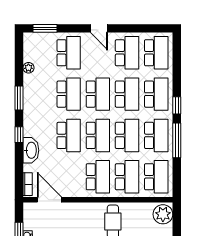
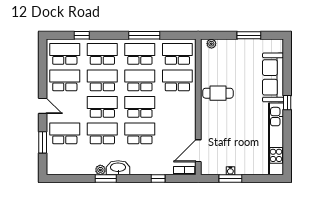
window: (45, 28) -> (43, 142), moved
door: (99, 28) -> (43, 106), hinge flipped
plant: (28, 68) -> (100, 170), moved
window: (177, 105) -> (82, 35), moved
window: (19, 135) -> (158, 179), moved
washbasin: (31, 150) -> (118, 168), moved
school desk: (98, 177) -> (177, 107), removed
plant: (163, 214) -> (211, 44), width x0.53, depth x0.53

